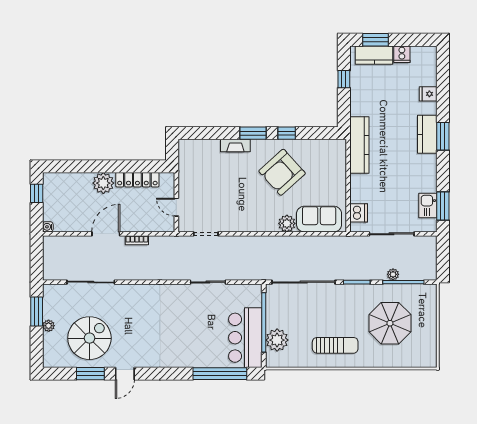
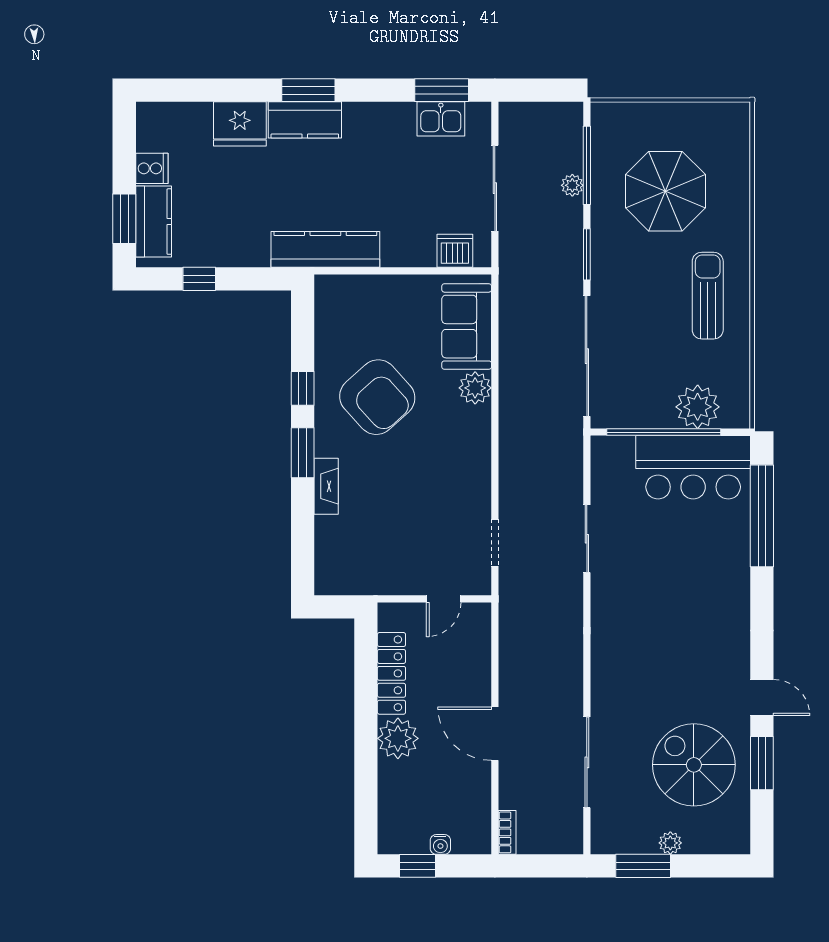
fridge: (428, 94) -> (240, 124), width x1.88, depth x1.34
water cooler: (48, 227) -> (440, 844), moved
bookcase: (137, 240) -> (507, 832), moved

